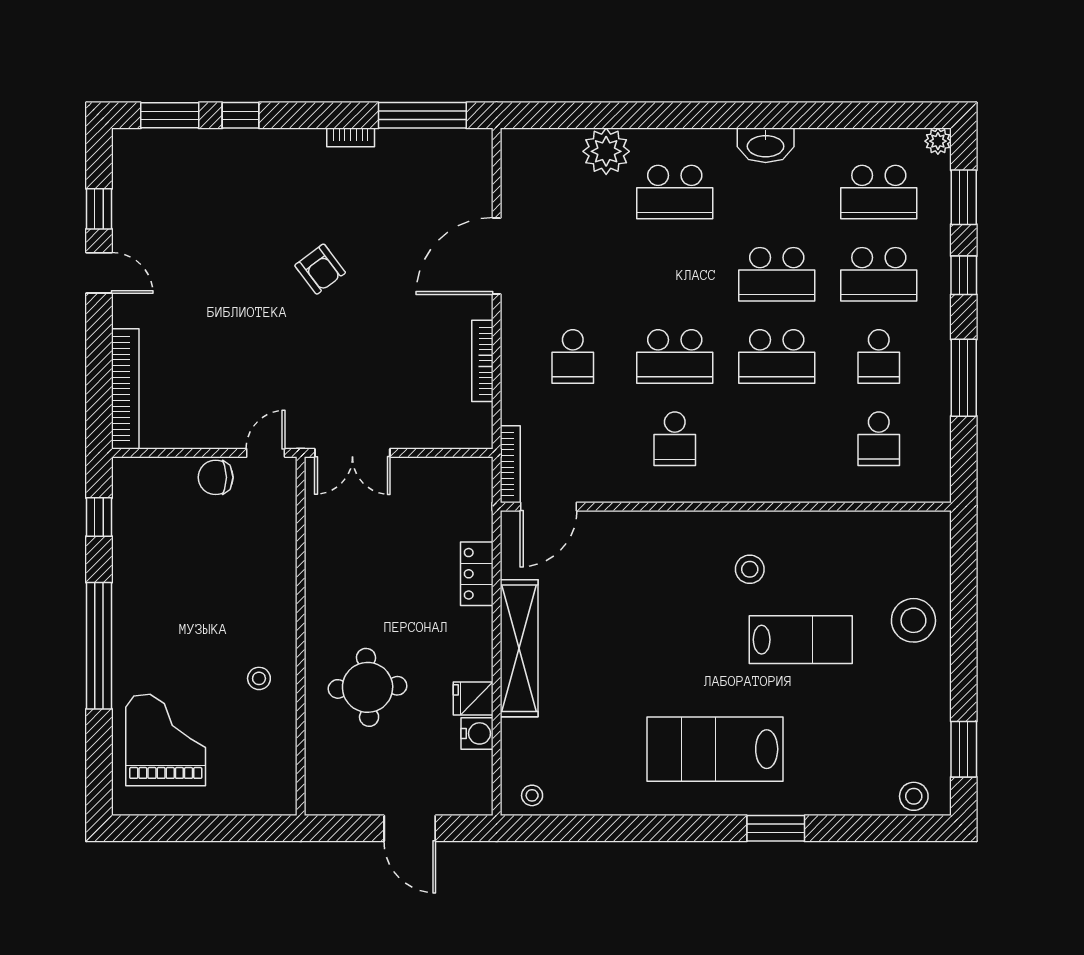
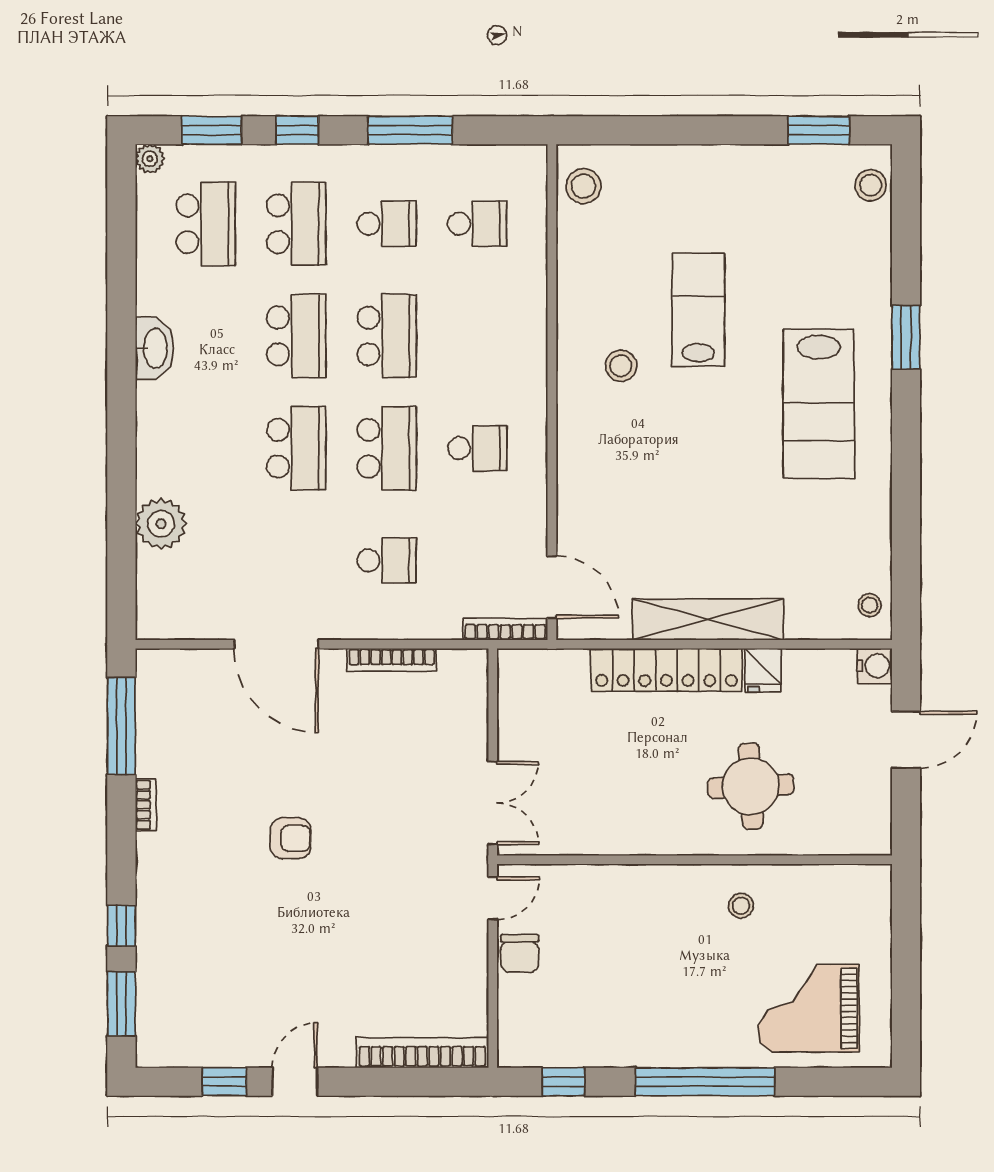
school desk: (675, 192) -> (296, 448), moved
armchair: (320, 269) -> (291, 838), turned 37
door: (266, 453) -> (493, 898), swing flipped
locker: (477, 574) -> (666, 670), width x2.16, depth x1.21
stool: (913, 620) -> (583, 186), moved, width x0.73, depth x0.73
water cooler: (477, 733) -> (875, 666), moved, turned 90

